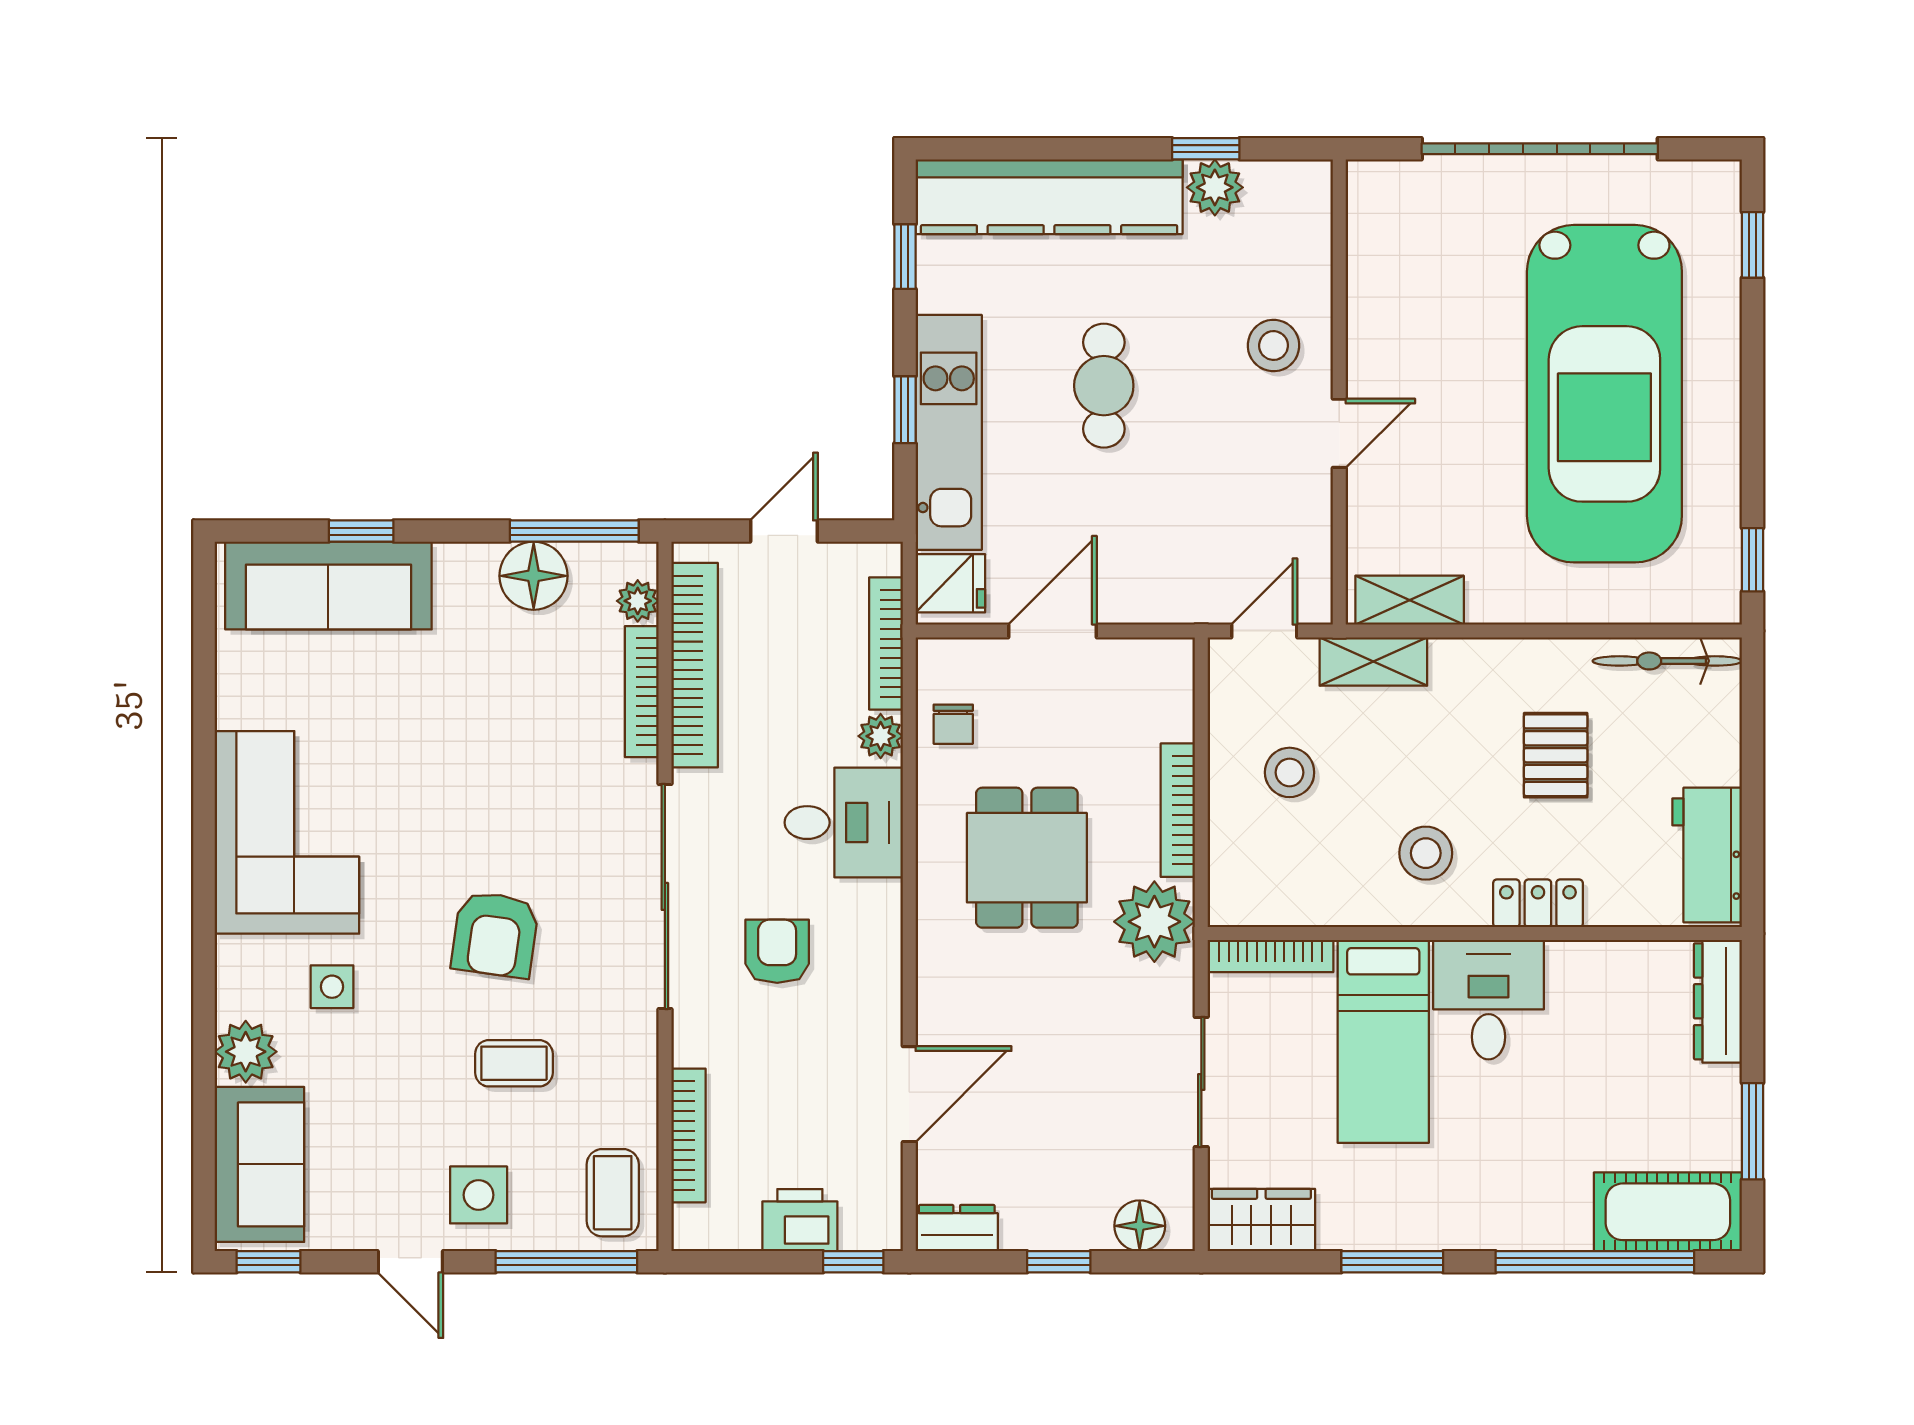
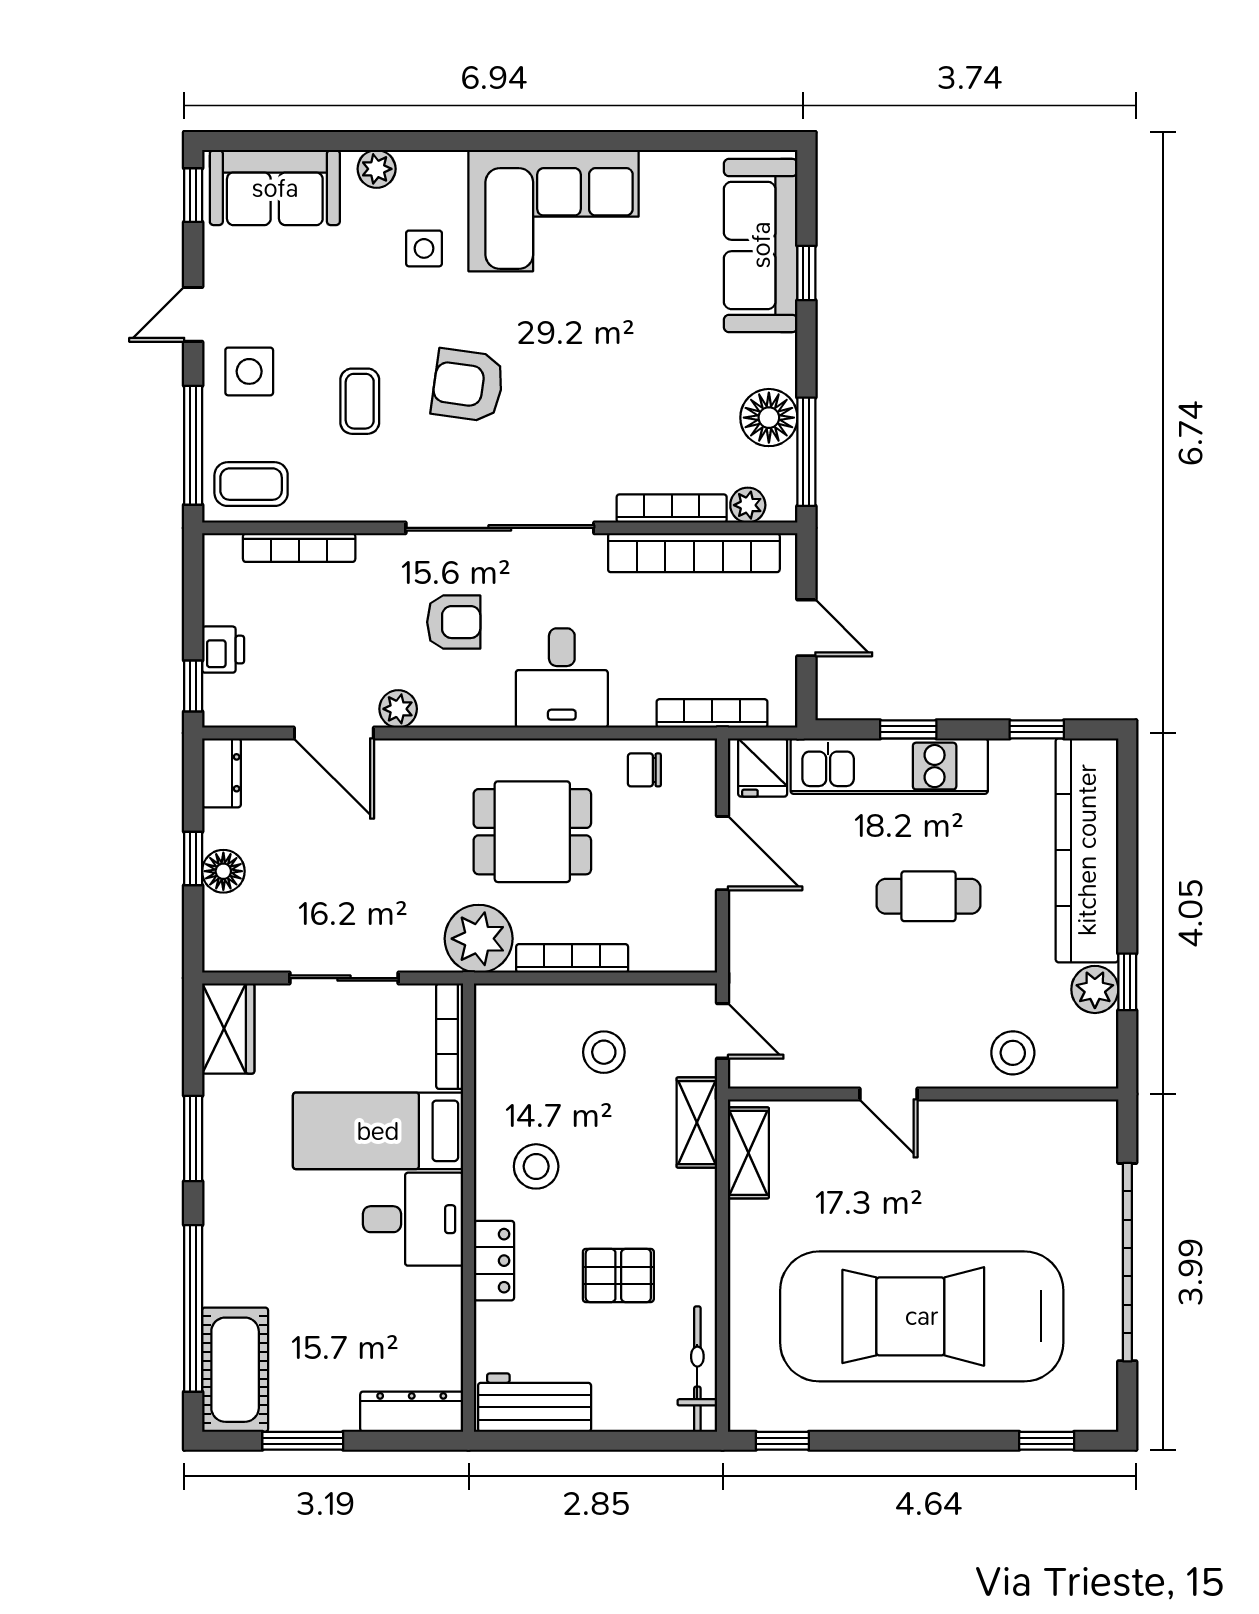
stool: (1274, 346) -> (1013, 1053), moved
plant: (881, 736) -> (398, 709), moved
plant: (246, 1052) -> (377, 169), width x0.73, depth x0.73
printer: (800, 1220) -> (223, 650), width x0.73, depth x0.81
floor lamp: (1140, 1226) -> (223, 871), moved

